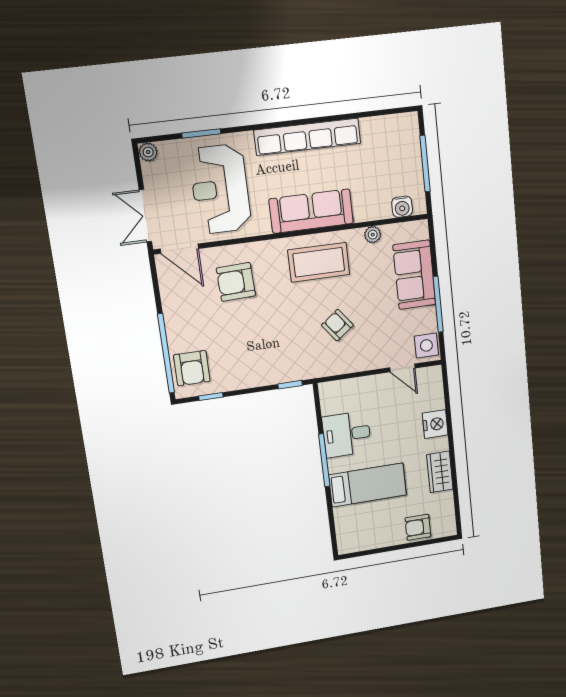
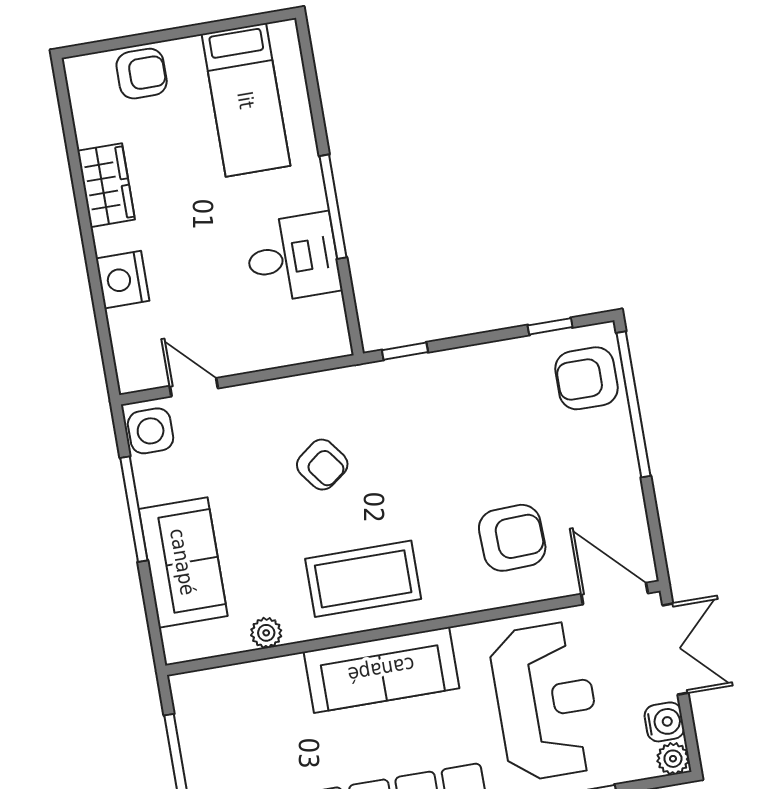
water cooler: (402, 207) -> (664, 722), moved, turned 90
armchair: (192, 368) -> (586, 378), turned -90
bed: (368, 485) -> (246, 100), moved, turned -90

